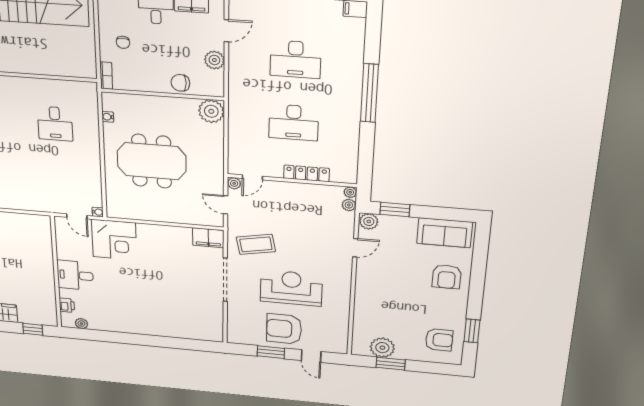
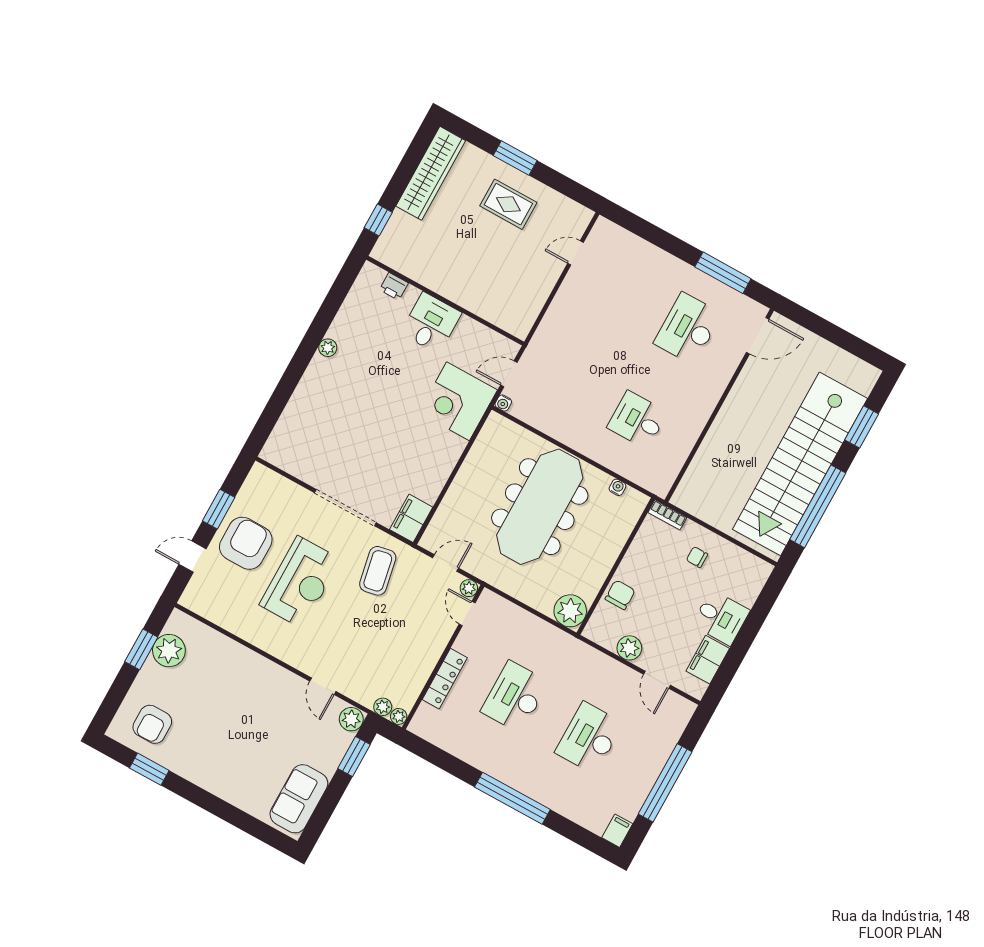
meeting table: (152, 161) -> (540, 507), width x1.36
armchair: (447, 277) -> (238, 774), removed
plant: (81, 324) -> (328, 348), moved

